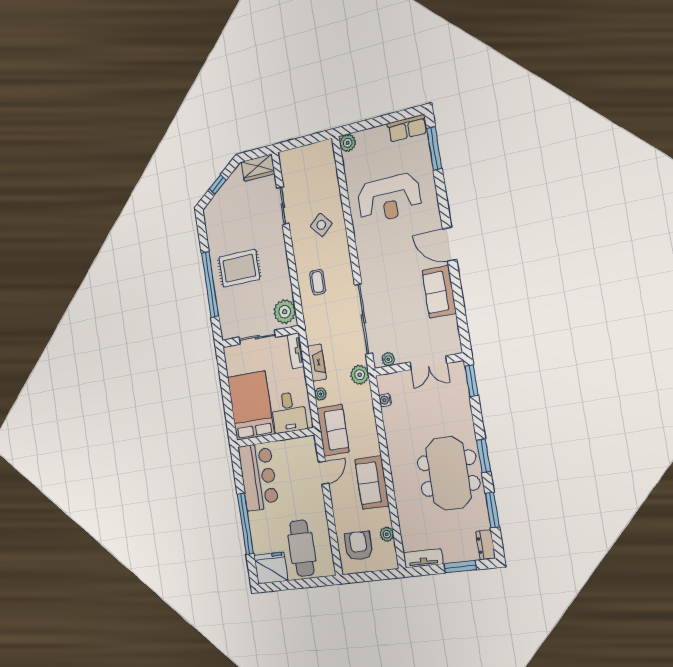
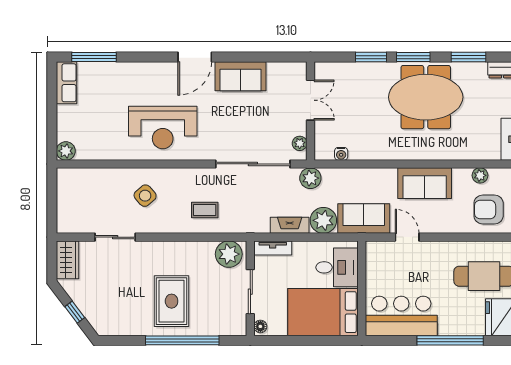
reception desk: (389, 198) -> (163, 127), moved, turned 90
floor lamp: (231, 352) -> (260, 326), added
window: (472, 381) -> (371, 57), moved
plant: (321, 394) -> (323, 220), width x1.87, depth x1.87

